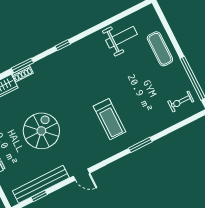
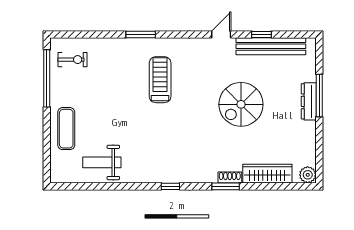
door: (82, 175) -> (221, 35), hinge flipped
window: (39, 196) -> (261, 35), moved

